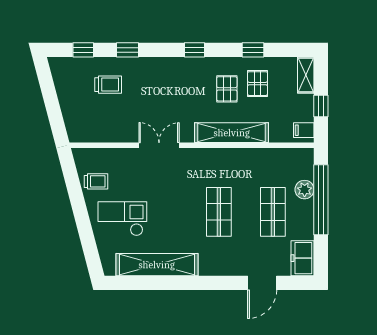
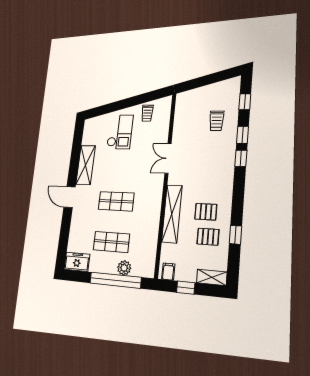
window: (195, 50) -> (241, 158), moved
double door: (159, 145) -> (168, 158), swing flipped
shelving: (157, 265) -> (86, 165), width x0.68
door: (262, 283) -> (70, 197), moved

